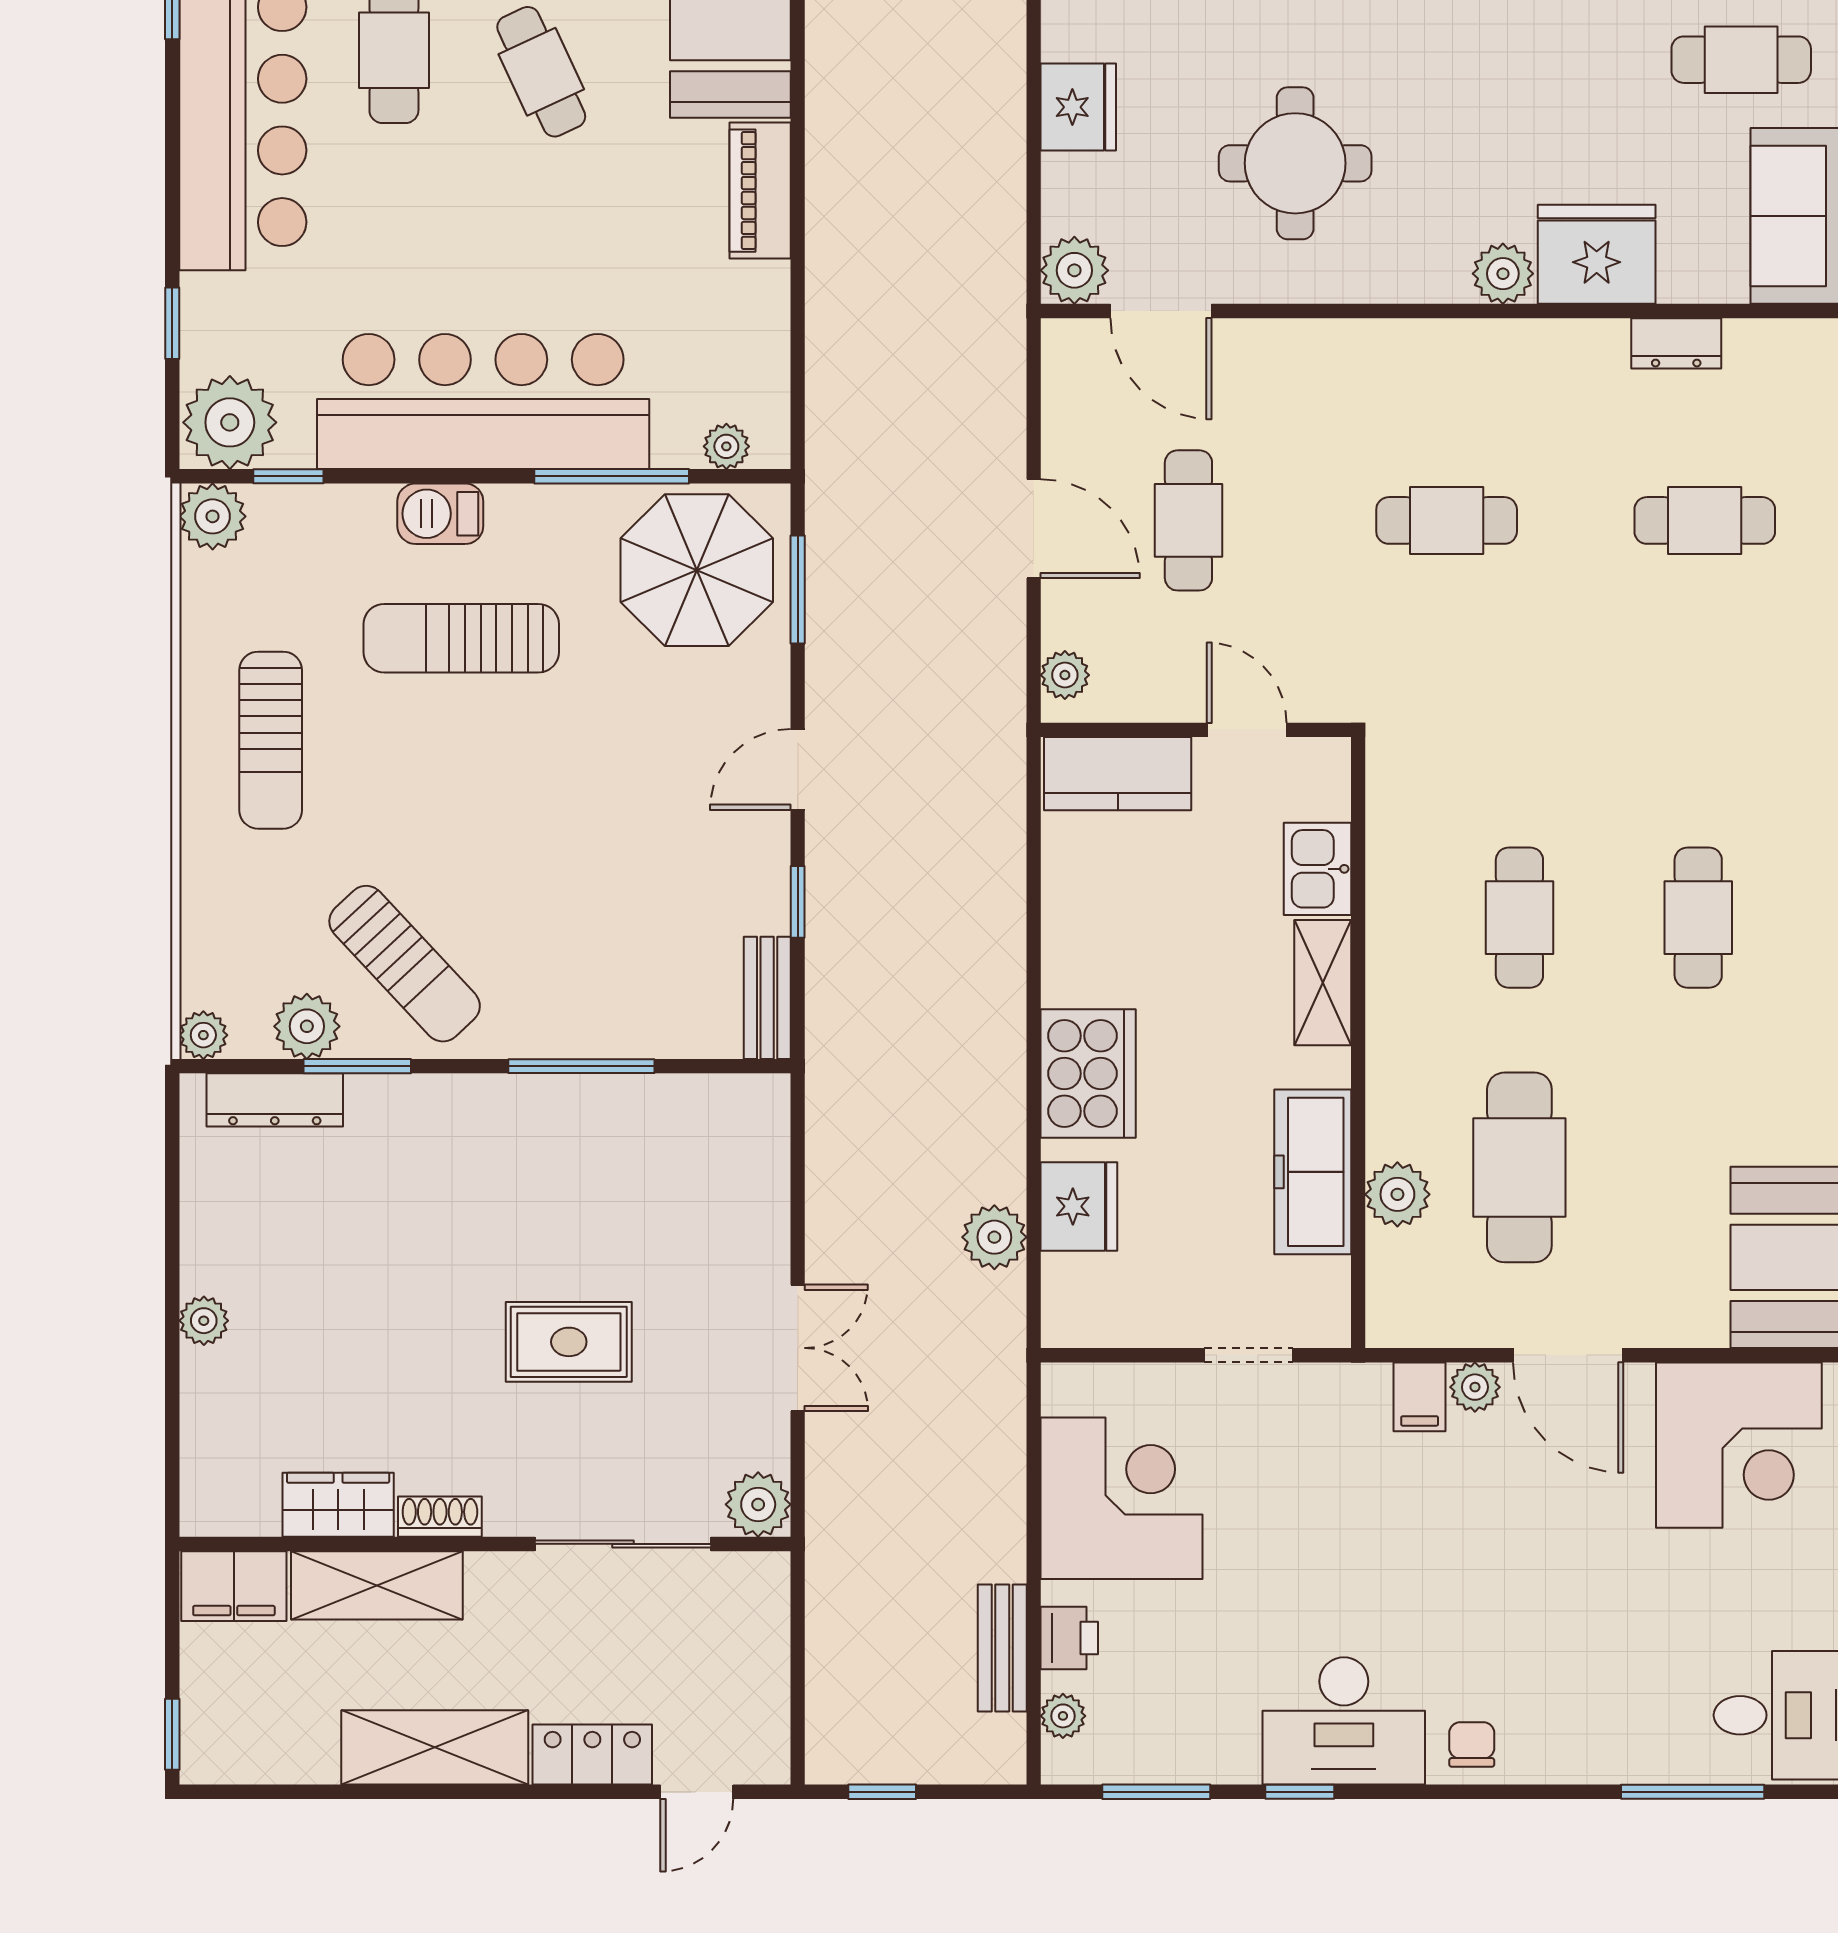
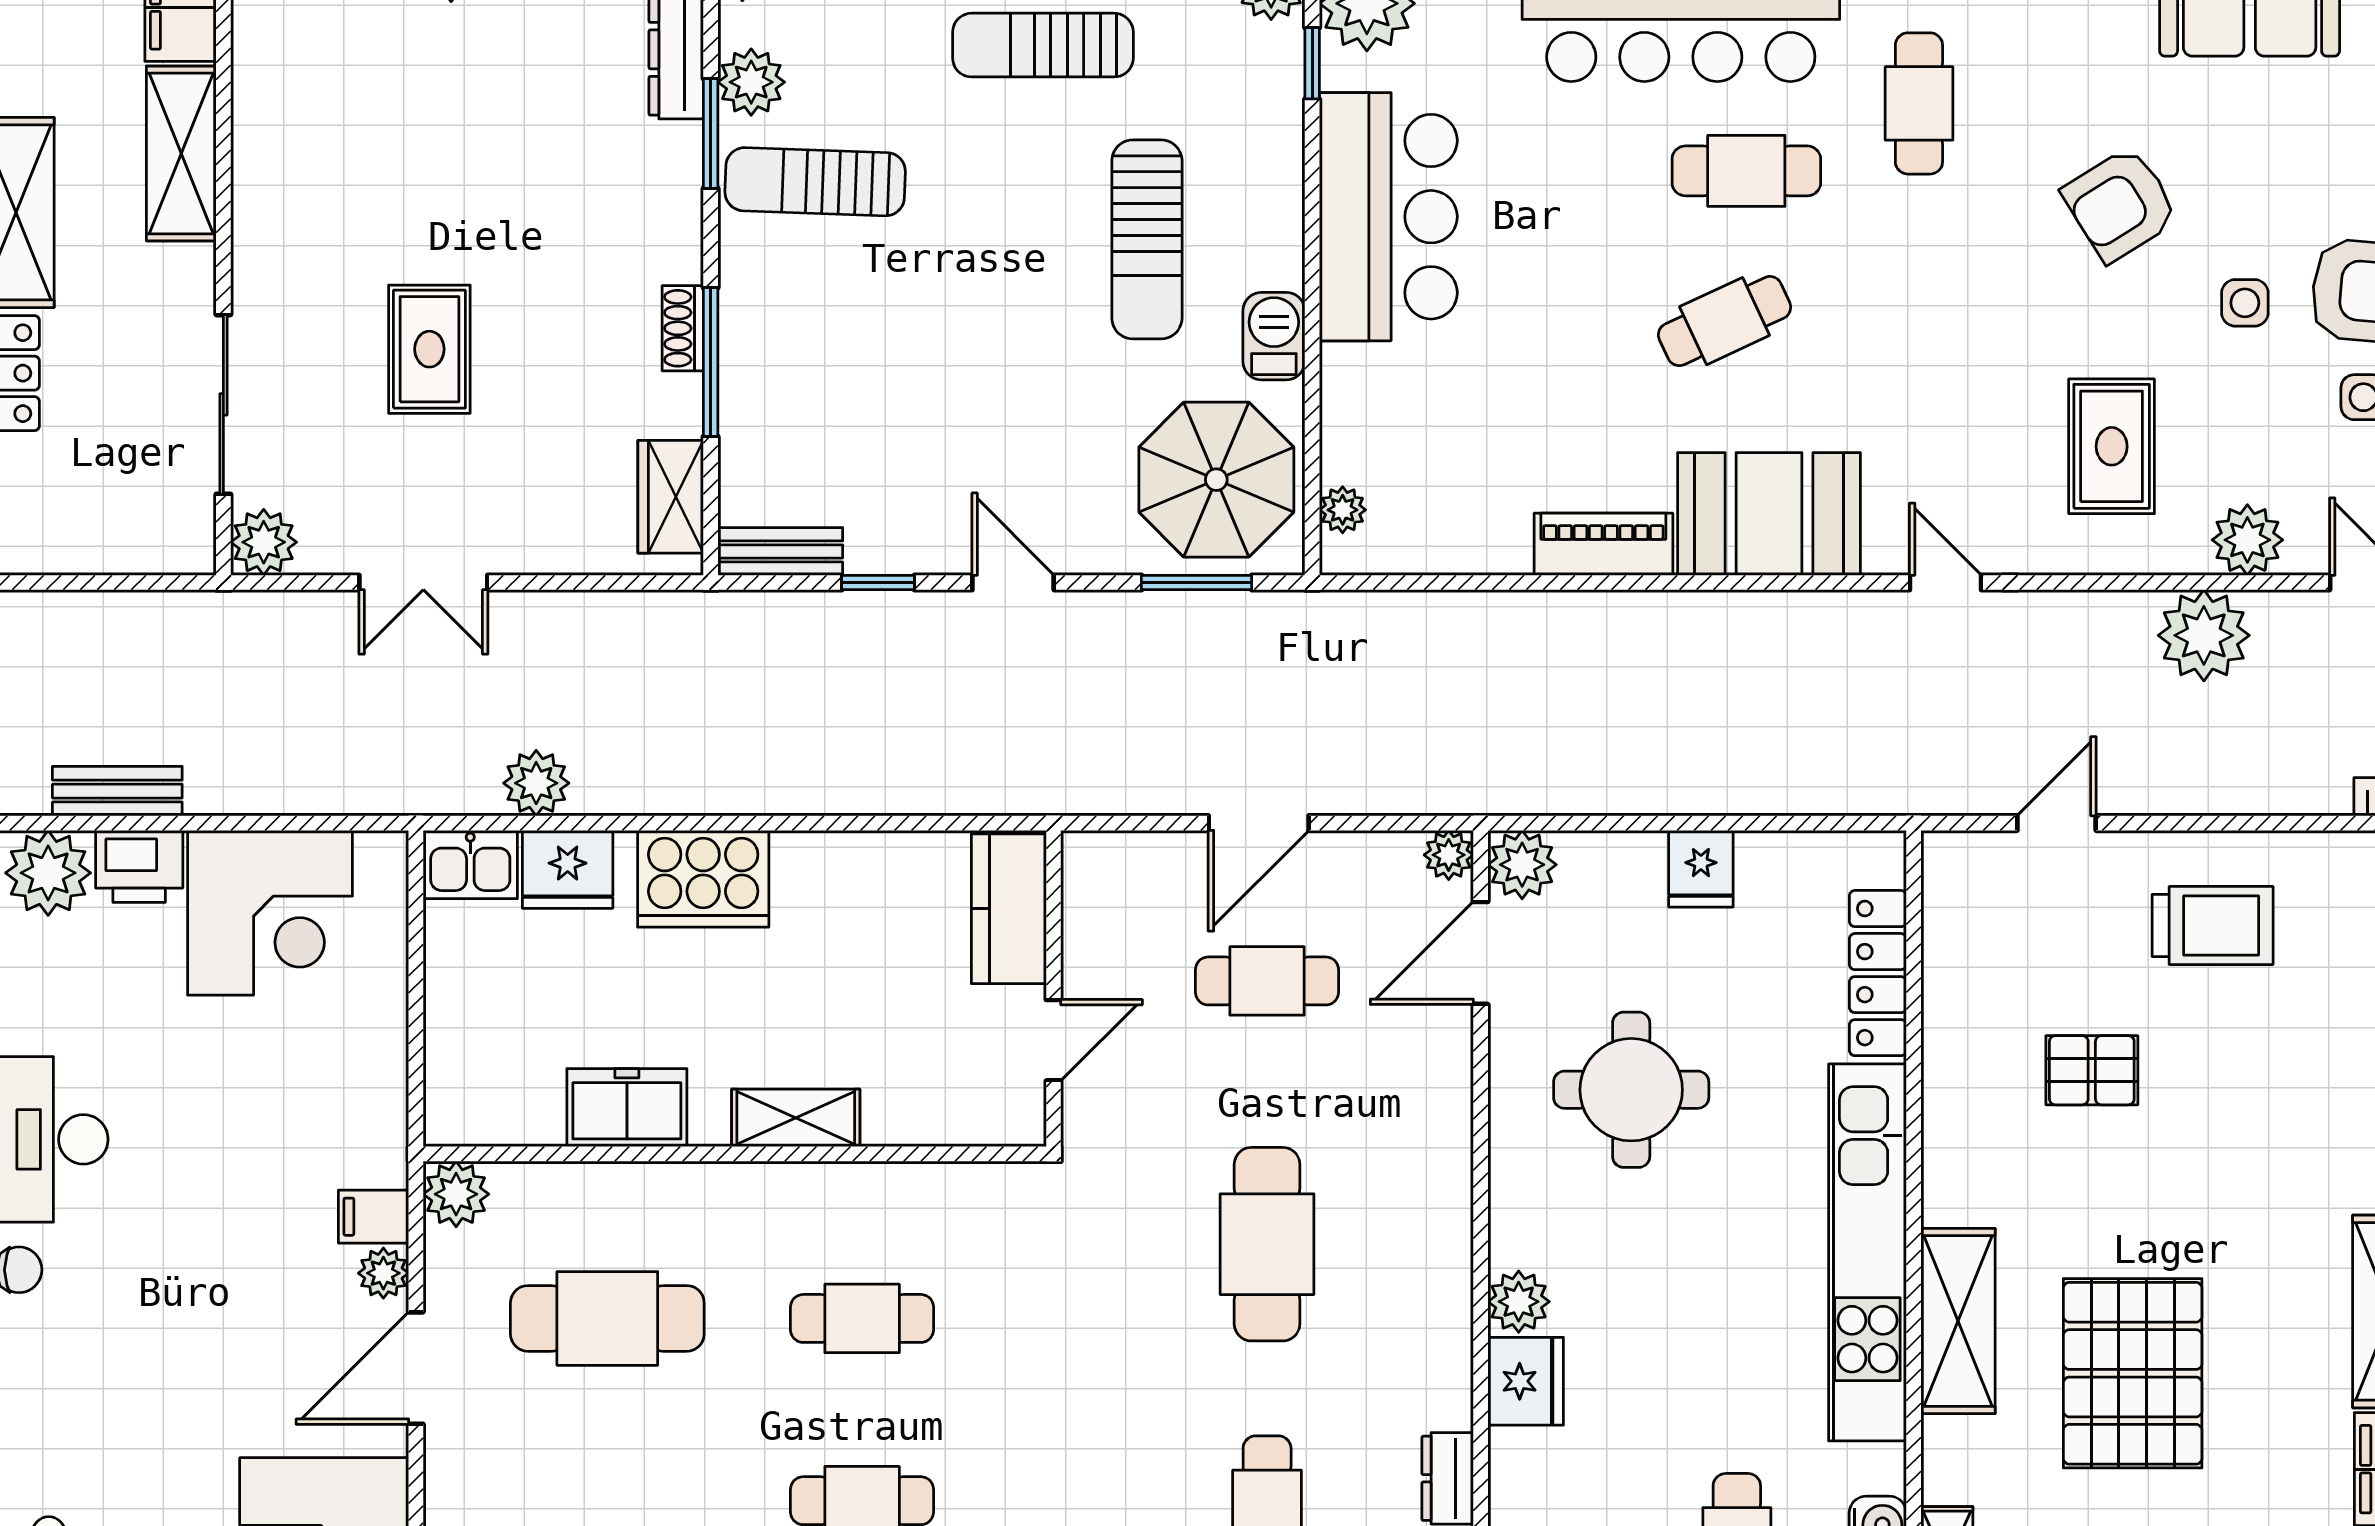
fridge: (1078, 107) -> (1701, 869), width x0.72
fridge: (1597, 254) -> (1526, 1381), width x0.73, depth x0.75
bar counter: (483, 401) -> (1388, 217), width x0.73
window: (612, 476) -> (1312, 393), removed
barbecue: (440, 514) -> (1274, 336), moved
cafe table: (1447, 520) -> (1267, 1244), width x1.37, depth x1.35
sun lounger: (461, 638) -> (1147, 239), turned 180
plant: (1065, 675) -> (1449, 855), moved
kitchen sink: (1317, 869) -> (470, 865), moved, turned 180
sun lounger: (405, 964) -> (815, 182), turned 45
freezer: (1313, 1172) -> (627, 1108), width x0.71
plant: (1397, 1194) -> (456, 1194), moved
doorway: (1249, 1355) -> (416, 1042), removed
wardrobe: (338, 1505) -> (671, 497), moved, turned 180
shoe rack: (440, 1517) -> (683, 328), moved, turned 180
printer: (1069, 1638) -> (139, 866), width x1.36, depth x1.24
plant: (1063, 1716) -> (48, 873), width x1.87, depth x1.87

